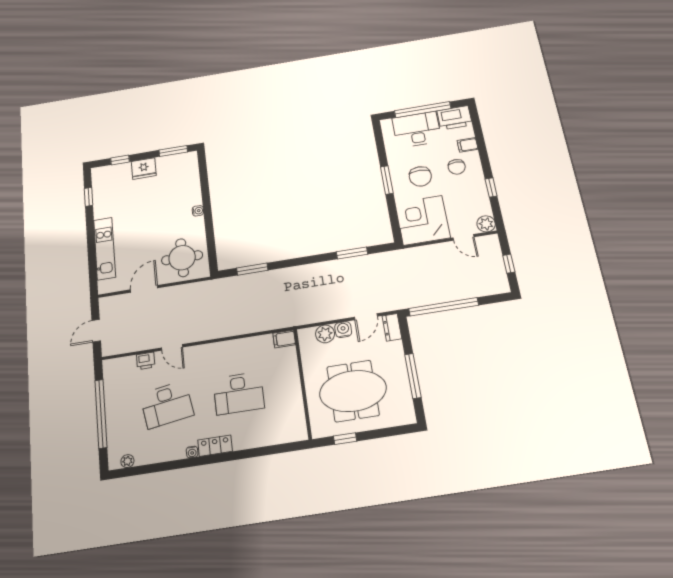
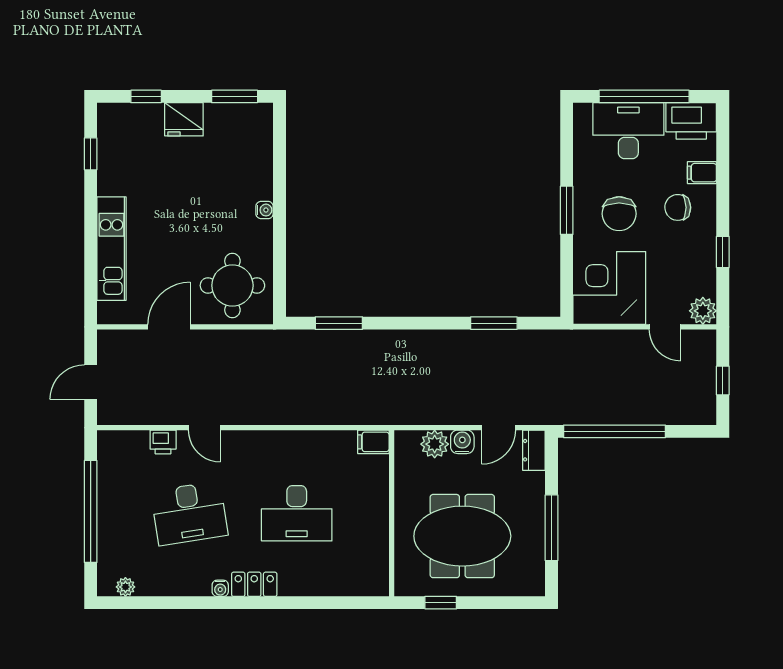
chair: (457, 167) -> (678, 207), turned 89

